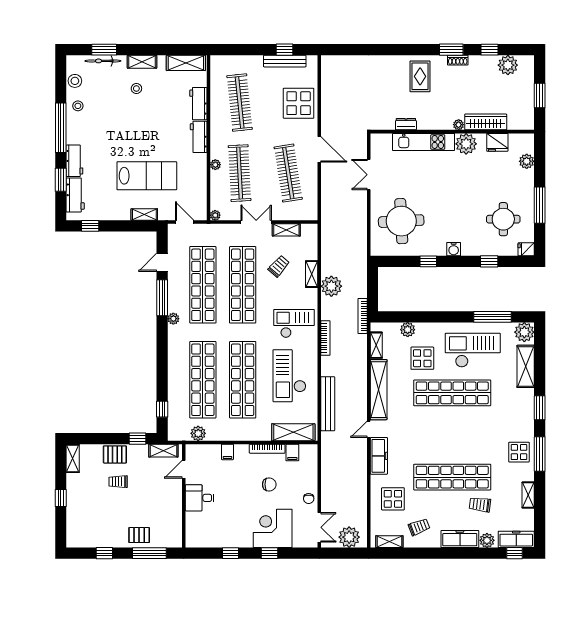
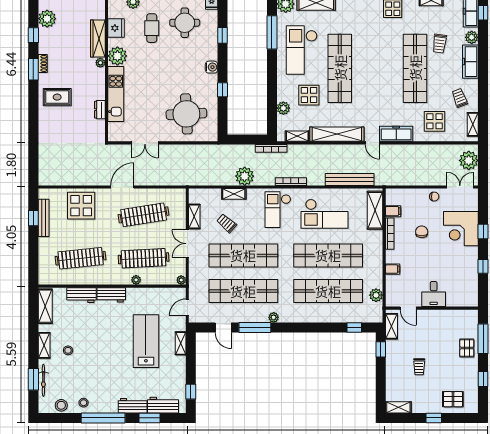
cafe table: (497, 182) -> (152, 28), added
pallet: (115, 454) -> (453, 399), moved, turned 90

